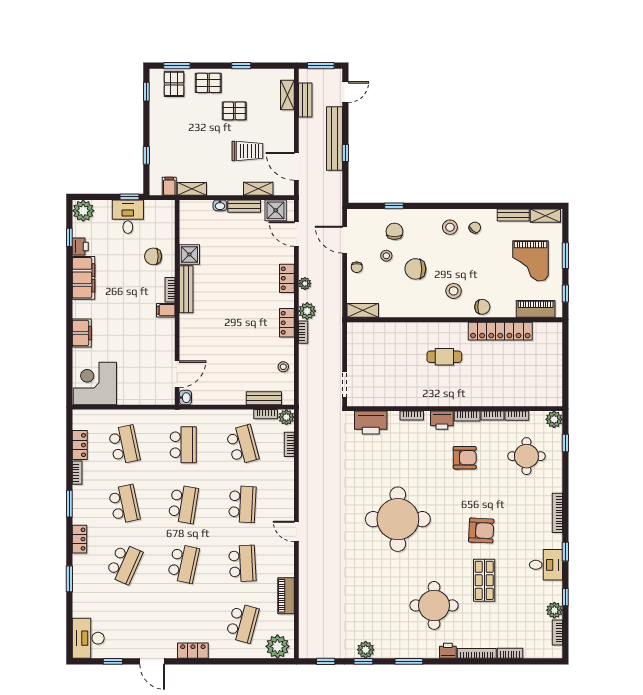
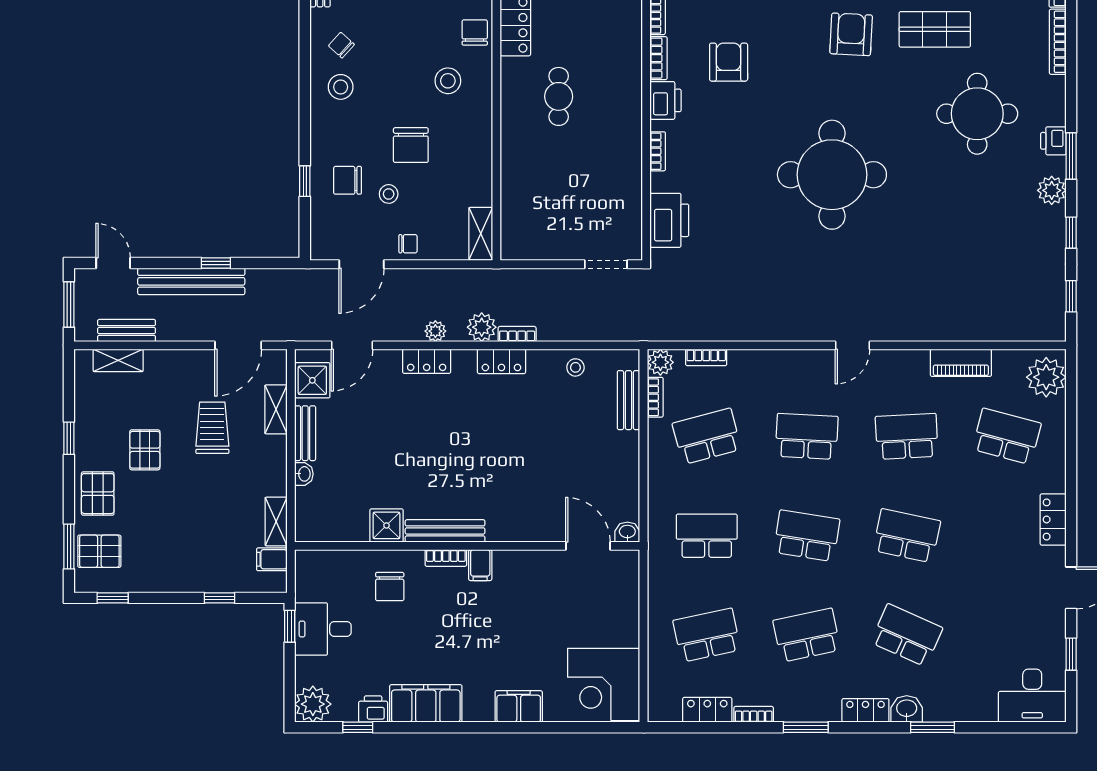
washbasin: (80, 564) -> (907, 709), added
plant: (366, 650) -> (1052, 190), moved
printer: (448, 651) -> (1053, 141), moved

